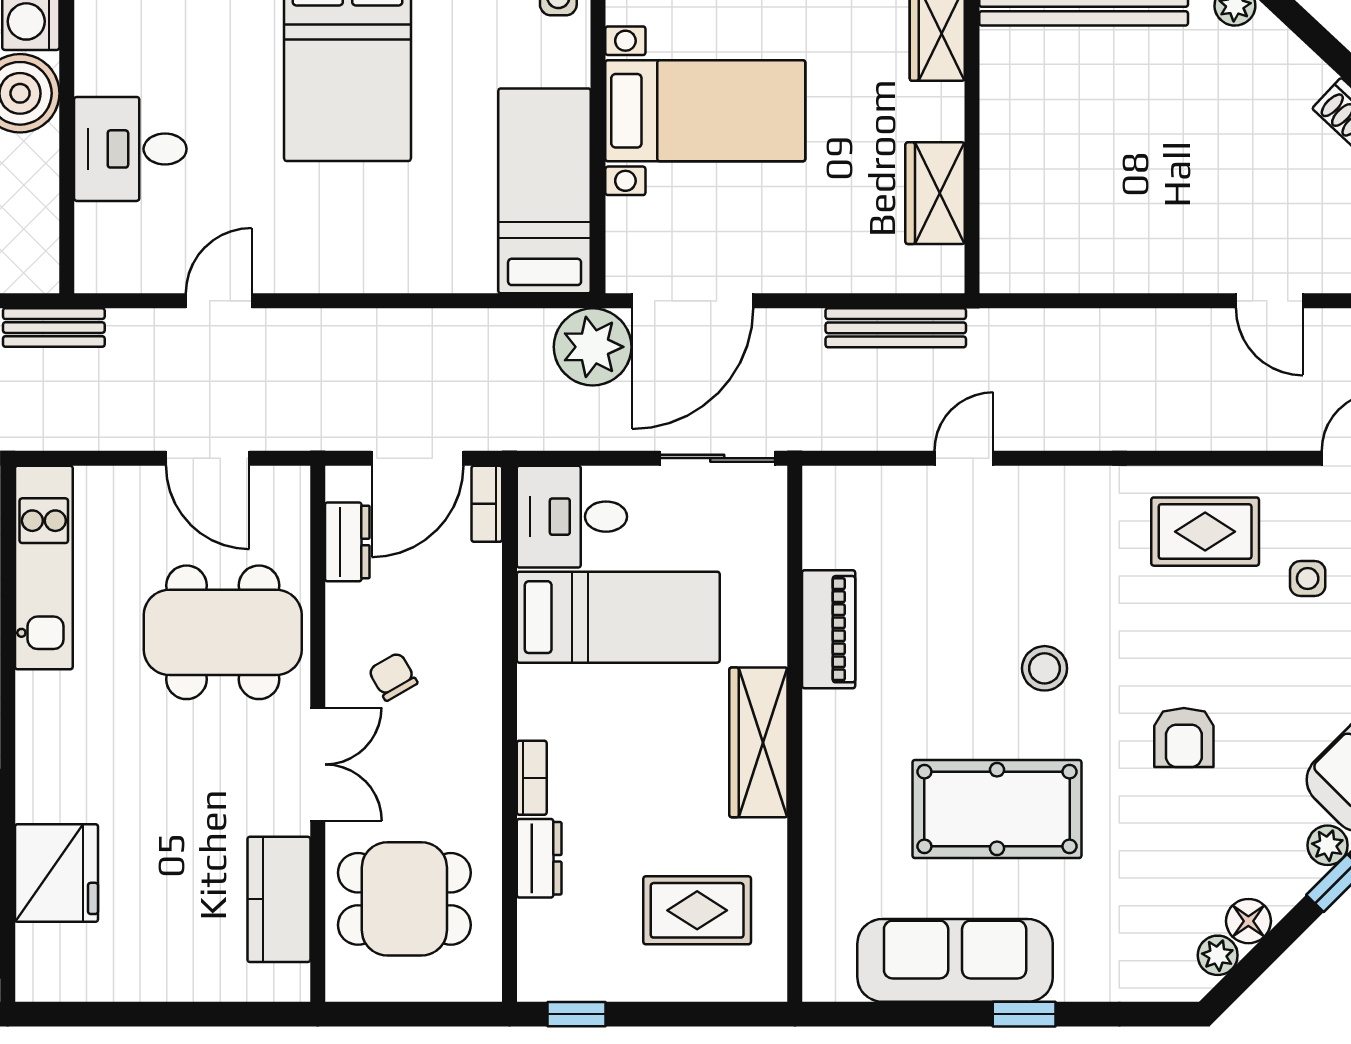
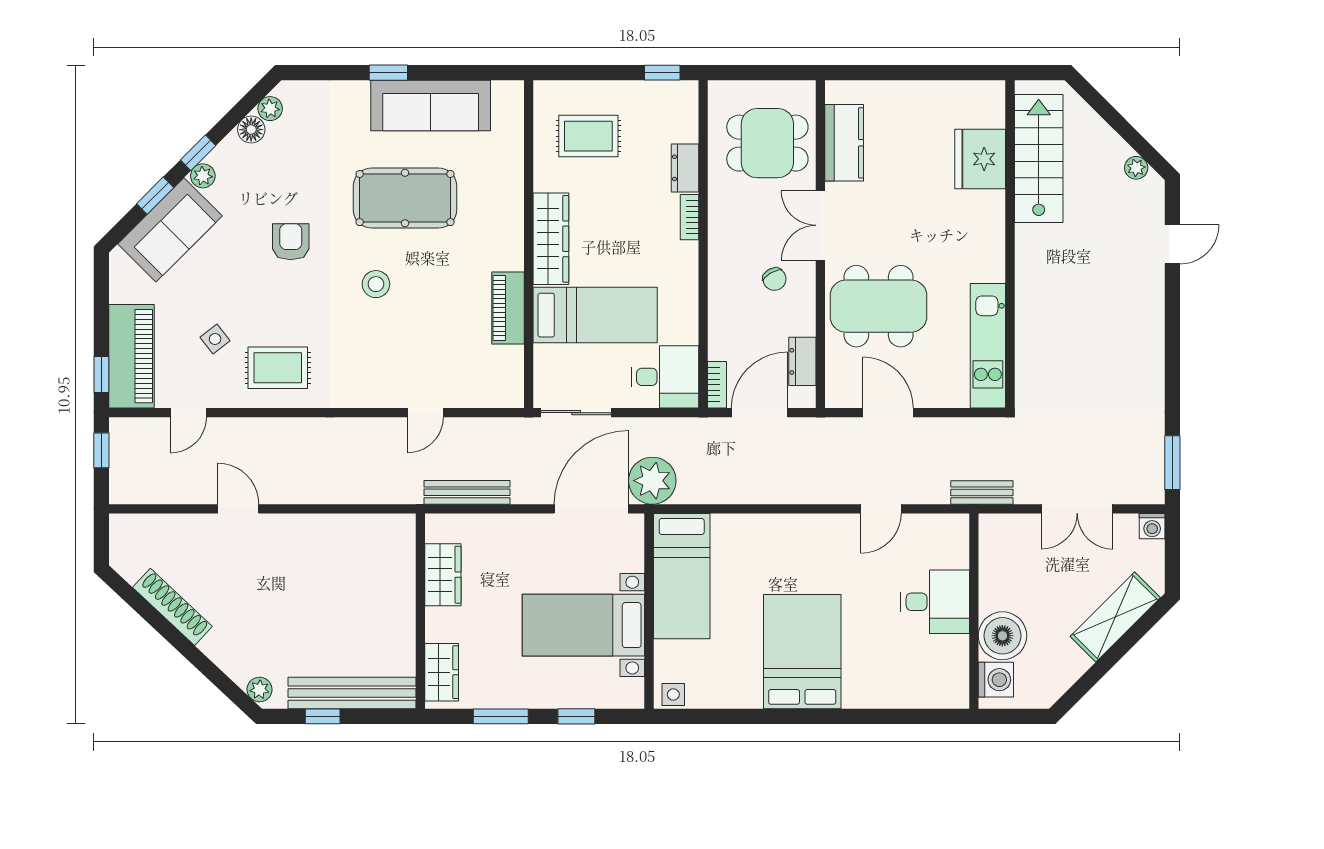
side table: (1308, 579) -> (215, 339), turned -38
bed: (618, 617) -> (595, 315), moved, turned 180

